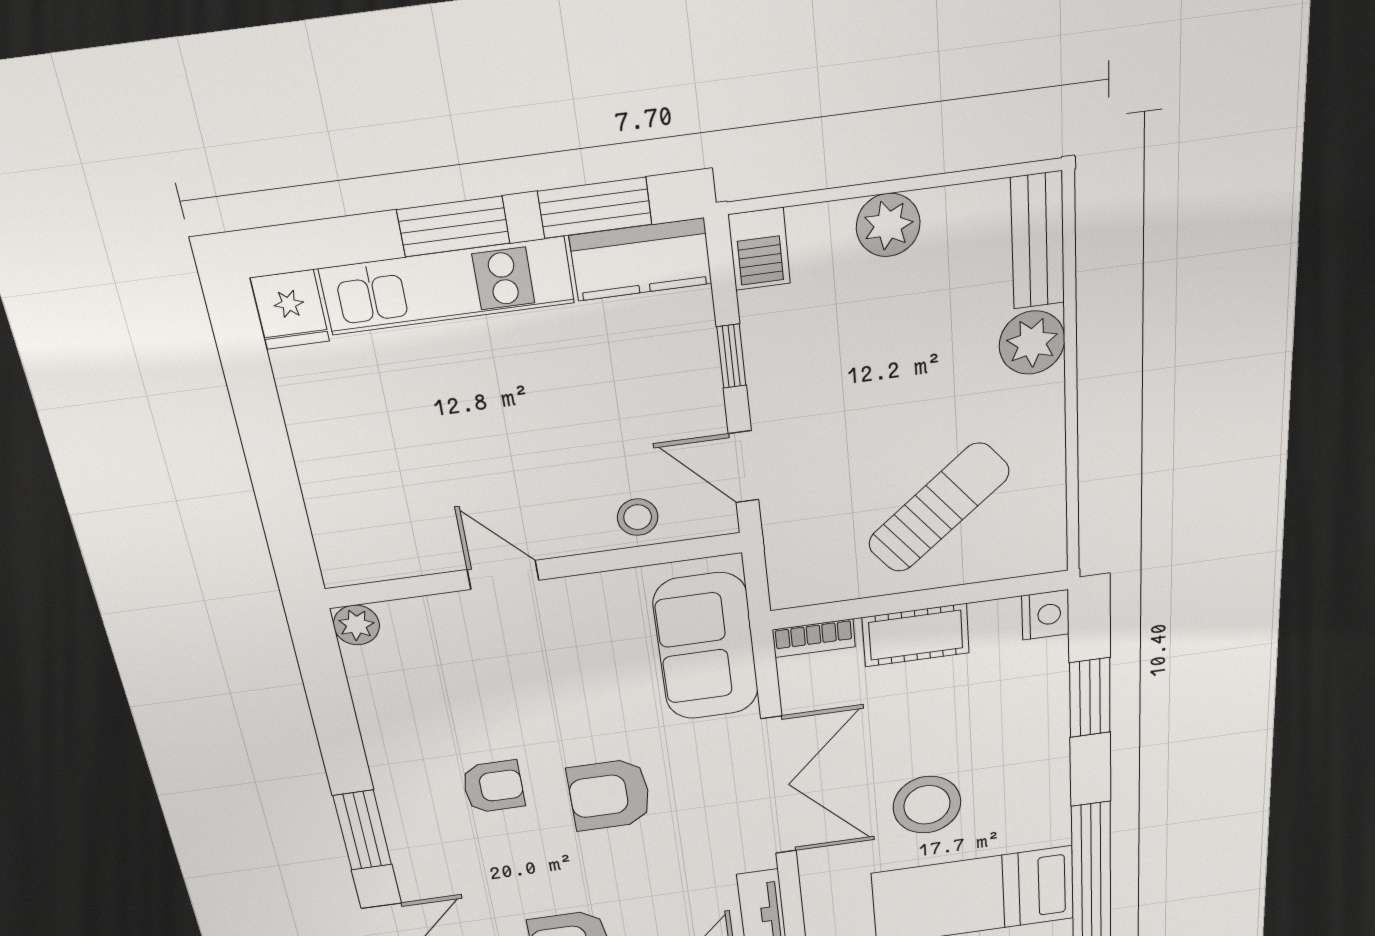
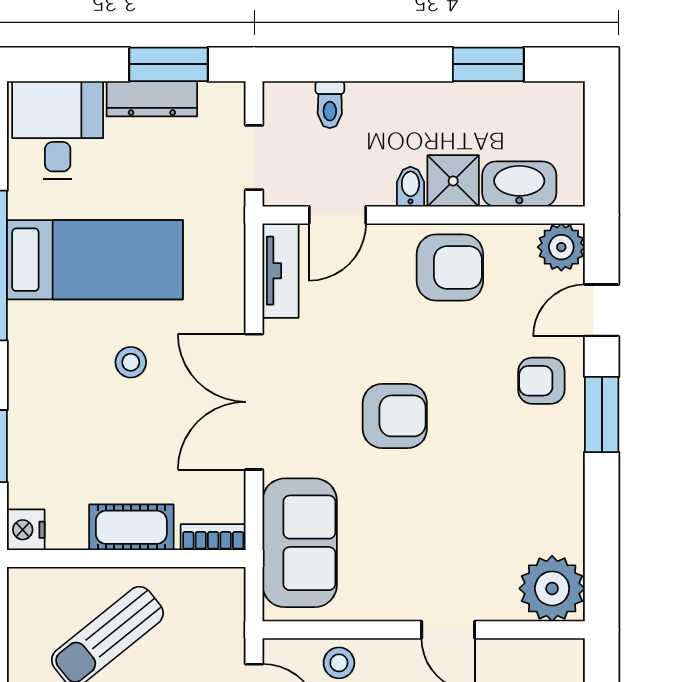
plant: (356, 625) -> (552, 588), width x1.87, depth x1.87
armchair: (493, 787) -> (541, 381), moved
stool: (927, 805) -> (131, 362), width x0.53, depth x0.53

